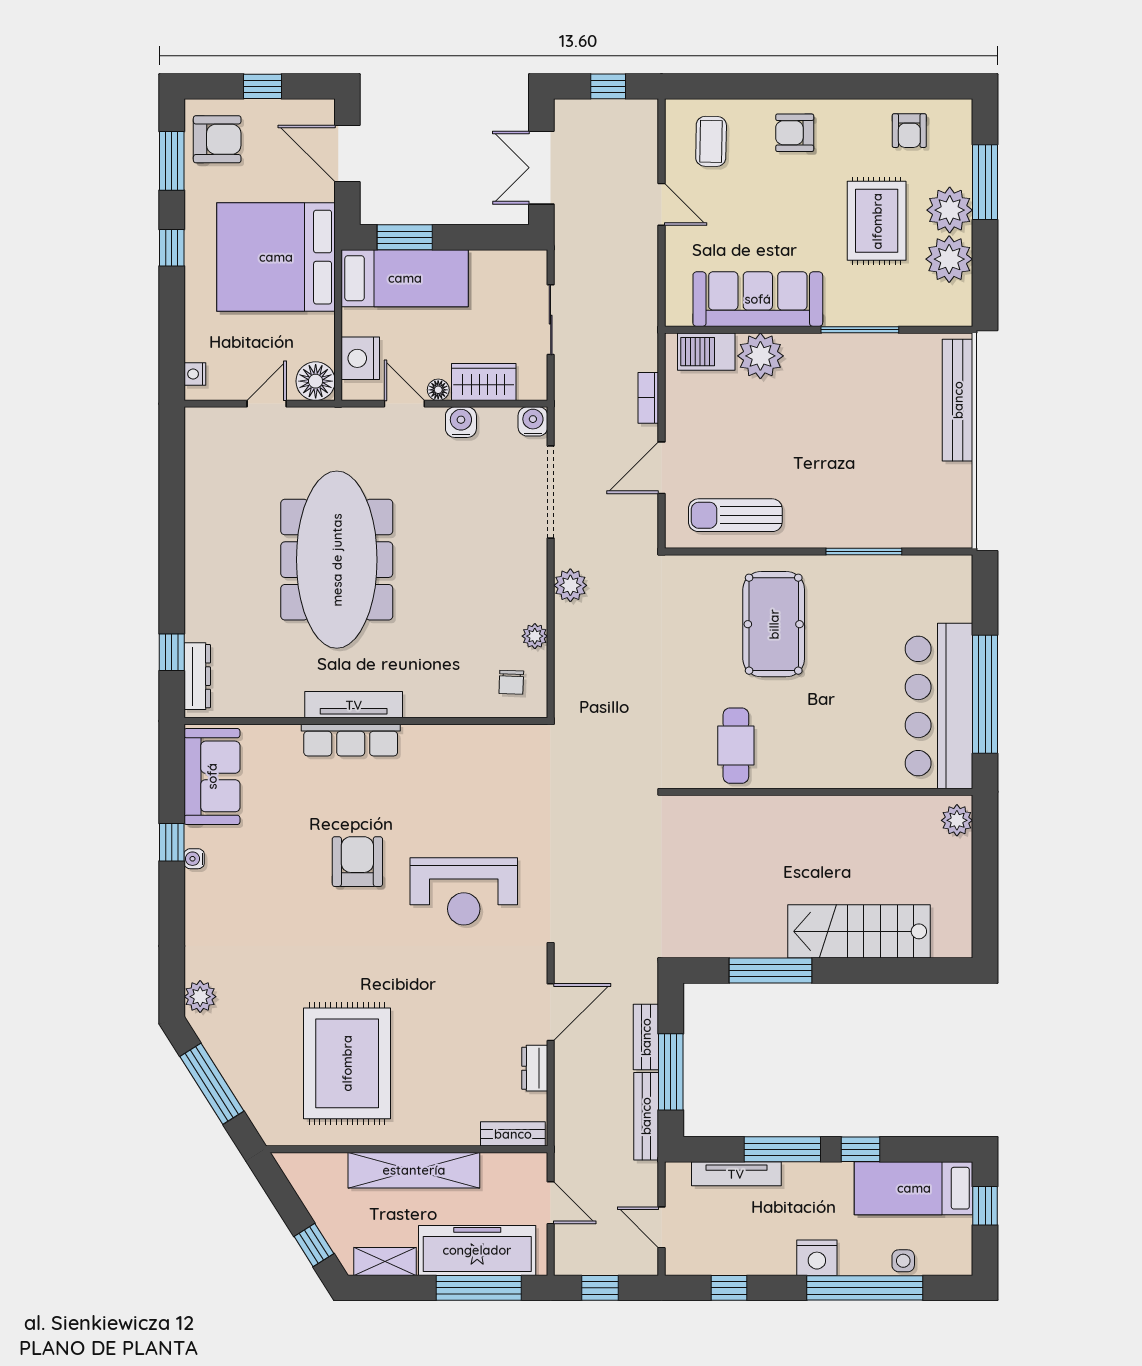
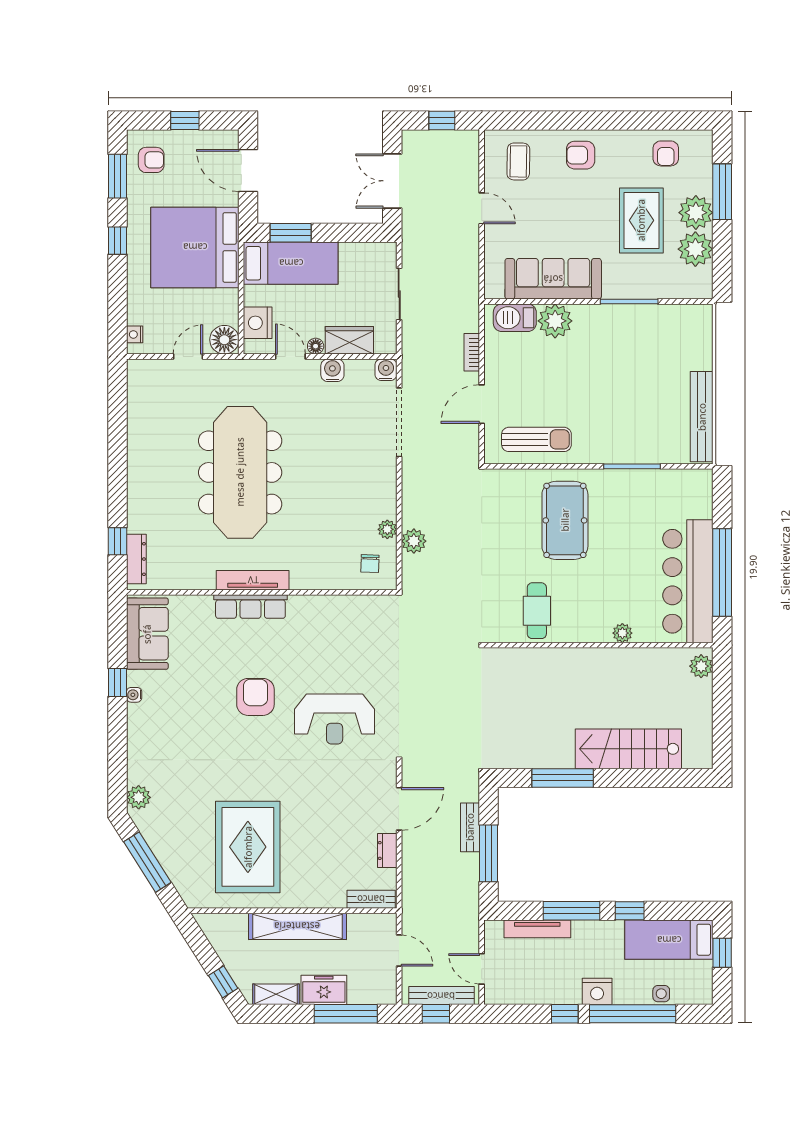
armchair: (217, 139) -> (151, 160), width x0.72, depth x0.72
bench: (958, 400) -> (702, 417), moved
sun lounger: (735, 515) -> (536, 439), turned 180
plant: (570, 585) -> (414, 541), moved
plant: (851, 776) -> (622, 633), added
bench: (646, 1116) -> (441, 996), moved, turned 90
freezer: (477, 1250) -> (324, 990), width x0.52, depth x0.79
window: (729, 1288) -> (565, 1014), moved

